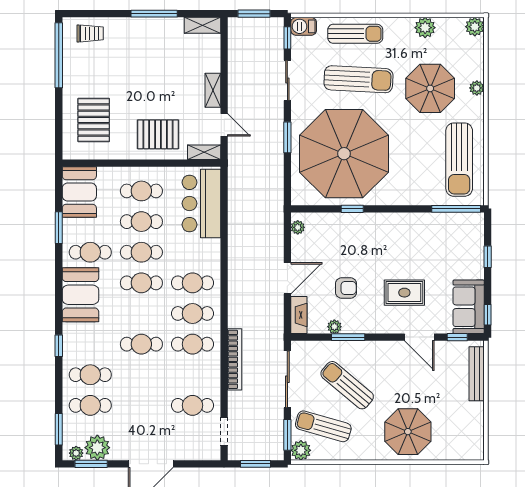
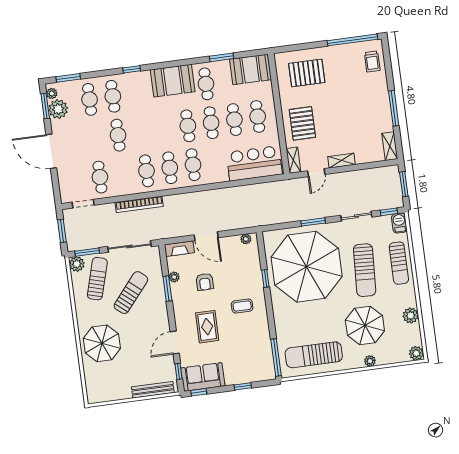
coffee table: (384, 244) -> (242, 306), added
cafe table: (141, 344) -> (118, 135), moved

